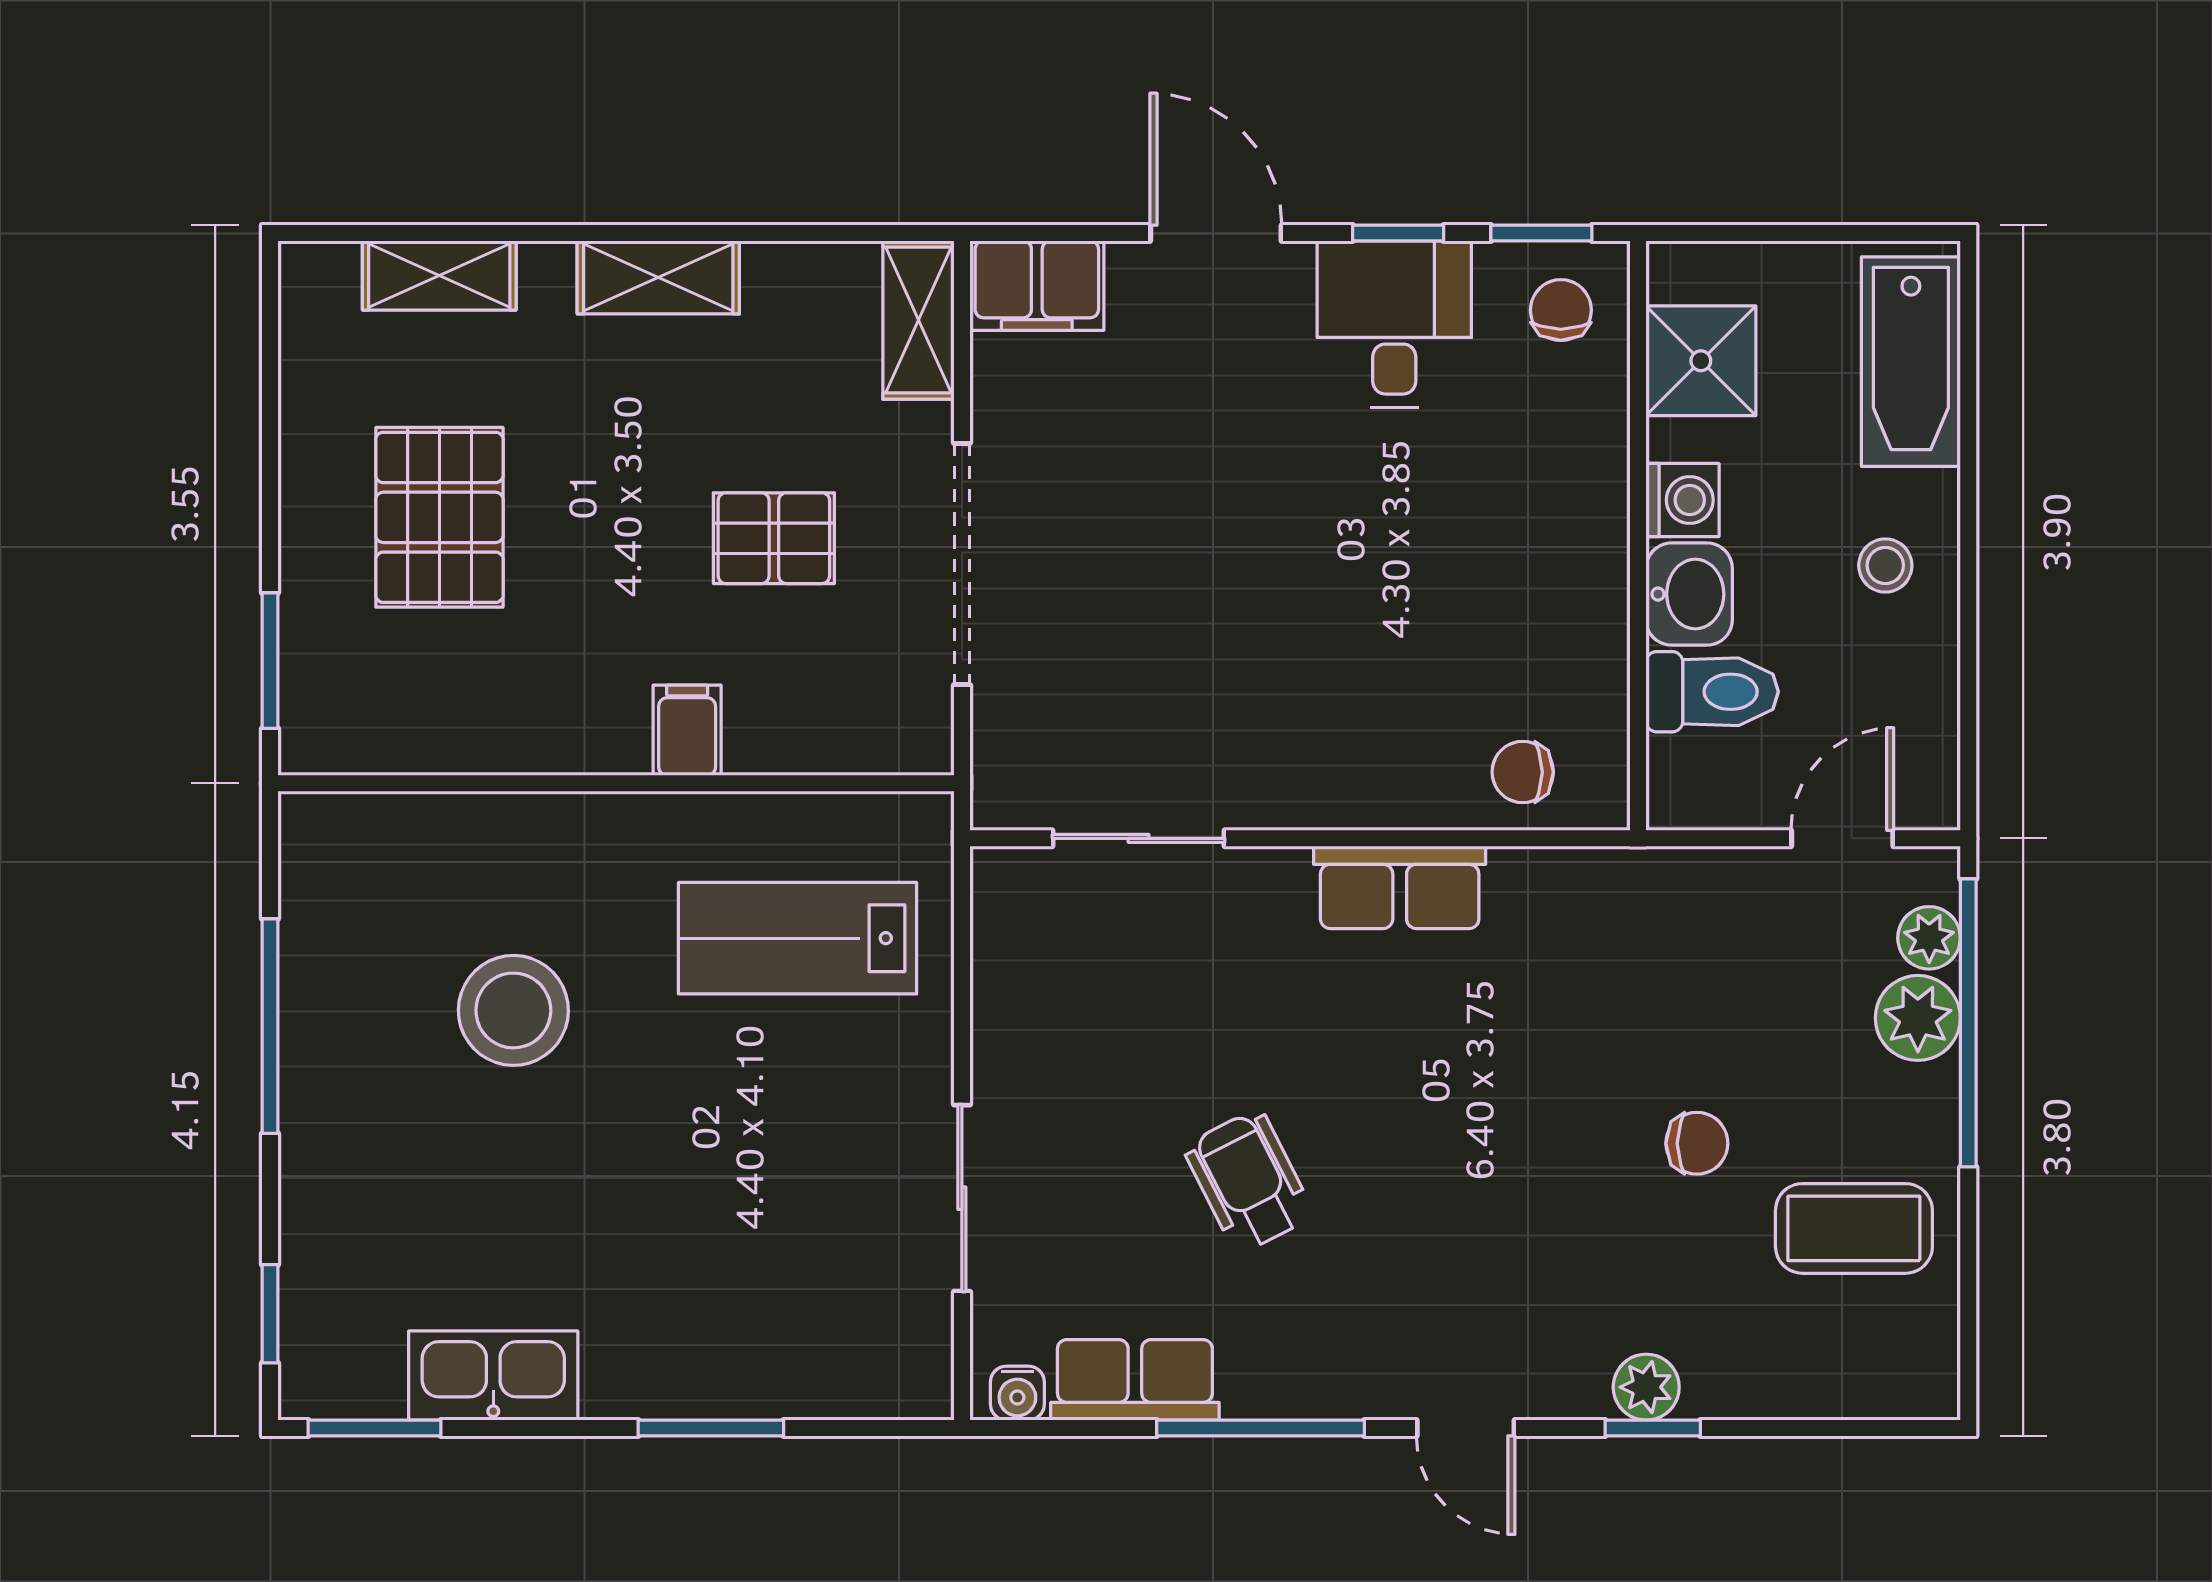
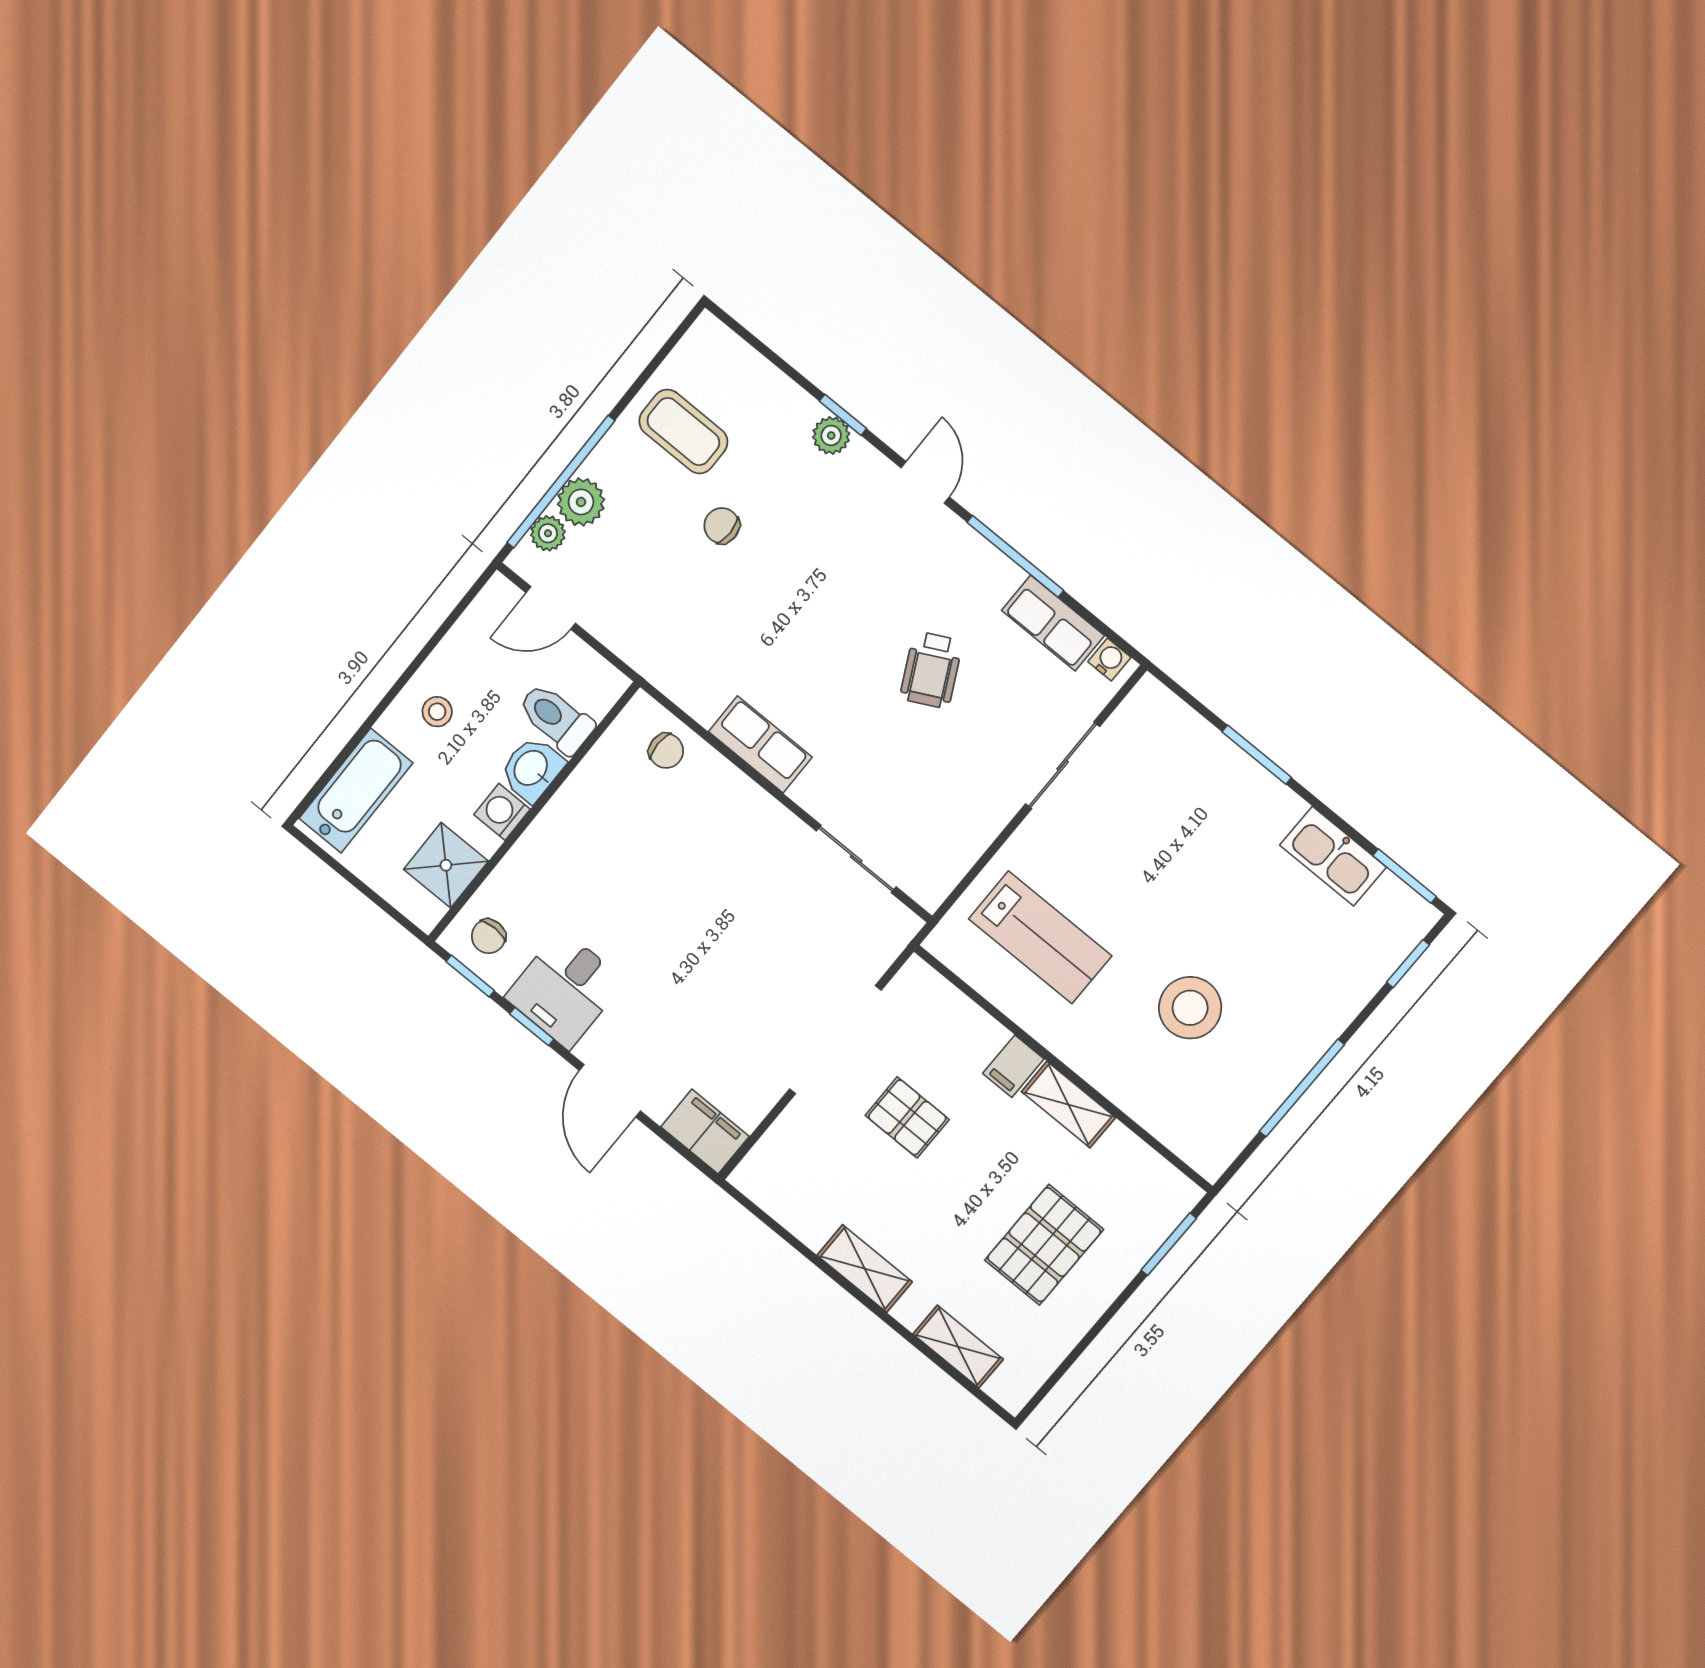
shelving: (918, 320) -> (1068, 1105), moved, turned 90

